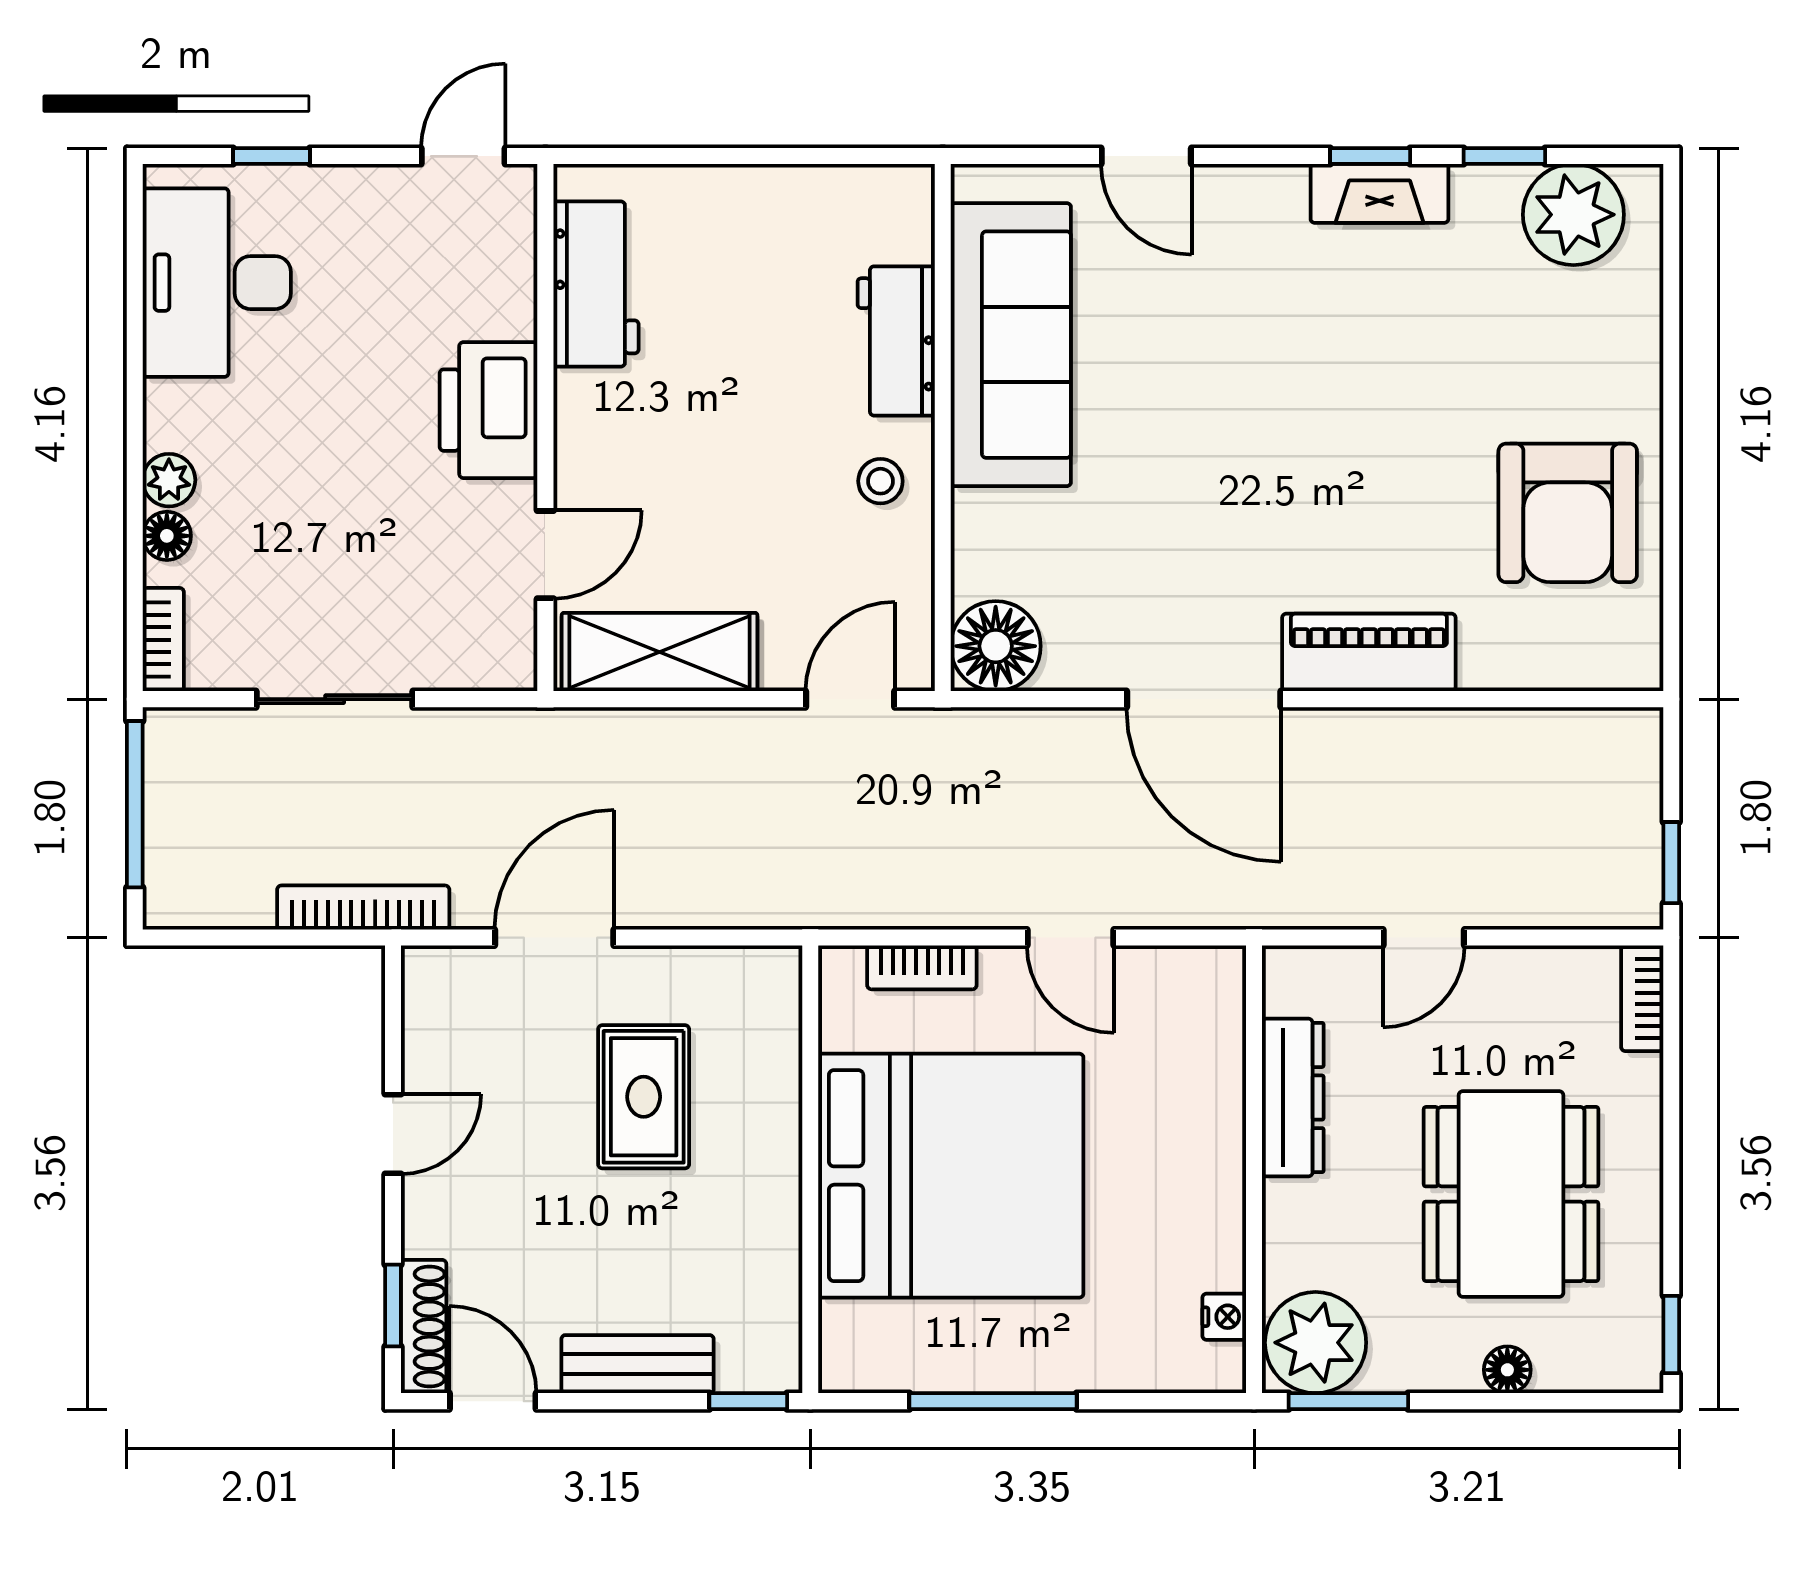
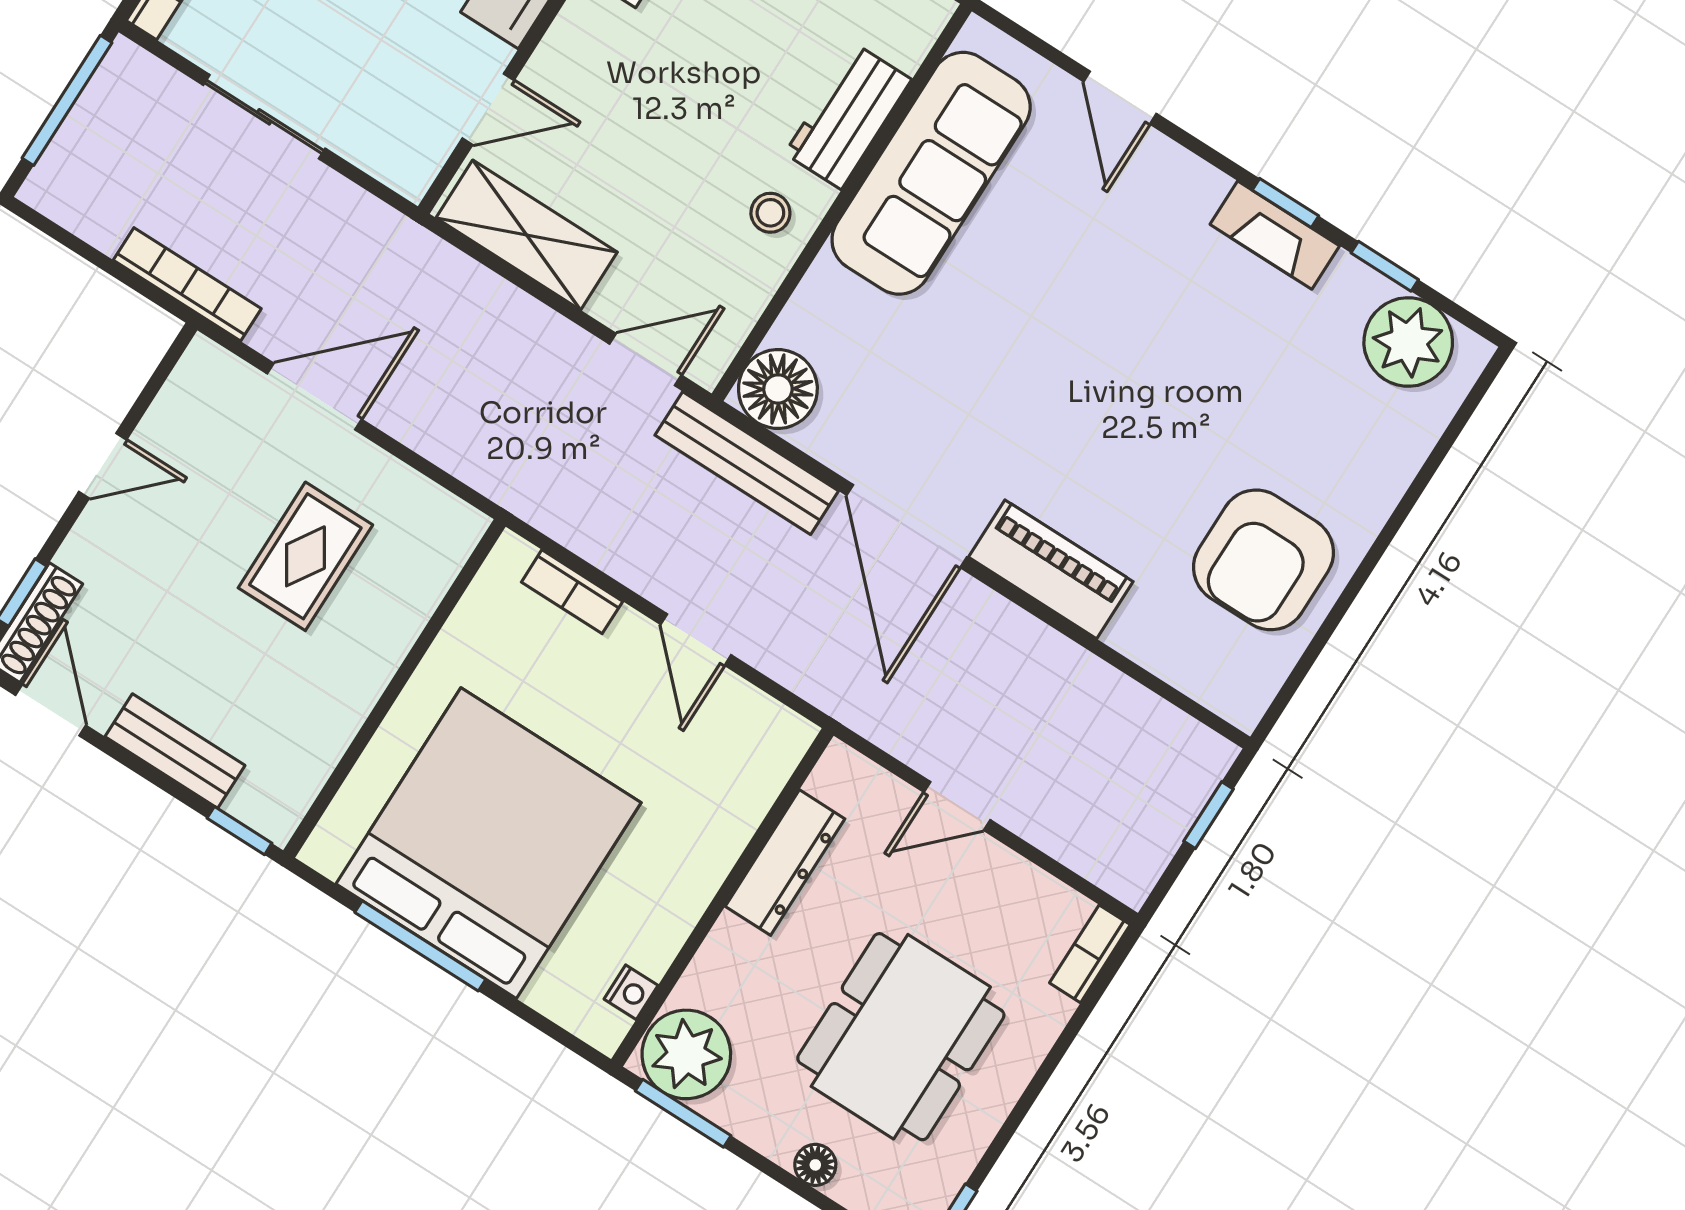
bench: (1011, 737) -> (747, 463), added
window: (1671, 863) -> (1208, 815), moved
bed: (951, 1176) -> (489, 843), moved, turned -90

